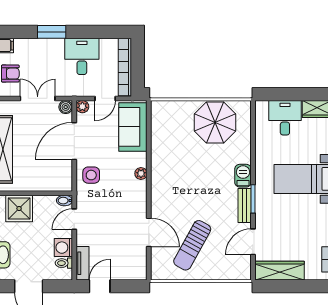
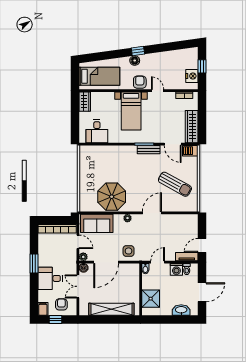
window: (52, 32) -> (34, 264), moved
desk: (82, 56) -> (50, 278), moved
desk: (285, 118) -> (97, 131), moved, turned -90
parasol: (215, 122) -> (112, 197), moved
door: (74, 141) -> (106, 262), hinge flipped
barbecue: (243, 176) -> (190, 151), moved
door: (74, 219) -> (158, 262), swing flipped
door: (149, 232) -> (152, 213), moved
door: (100, 286) -> (202, 245), hinge flipped

